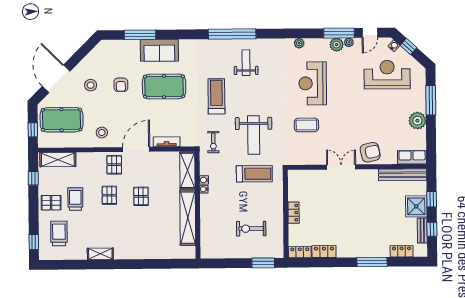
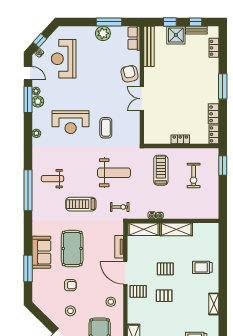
window: (431, 100) -> (109, 22), moved
treadmill: (254, 174) -> (161, 170), moved
trolley: (75, 199) -> (202, 267), moved
shelving: (188, 218) -> (176, 229), width x0.68
window: (372, 262) -> (223, 86), moved

